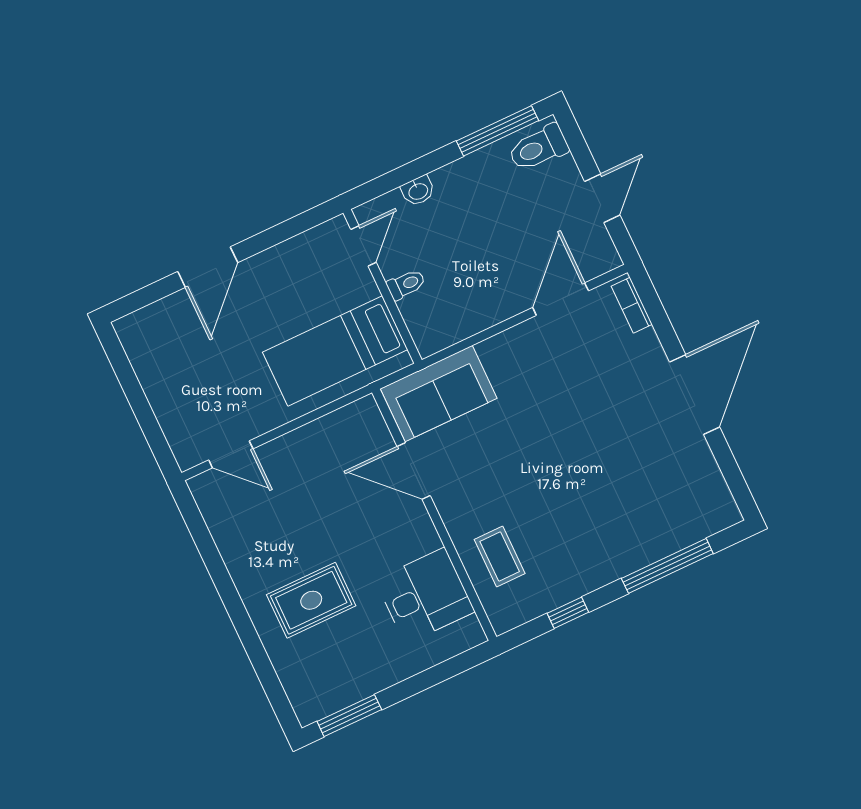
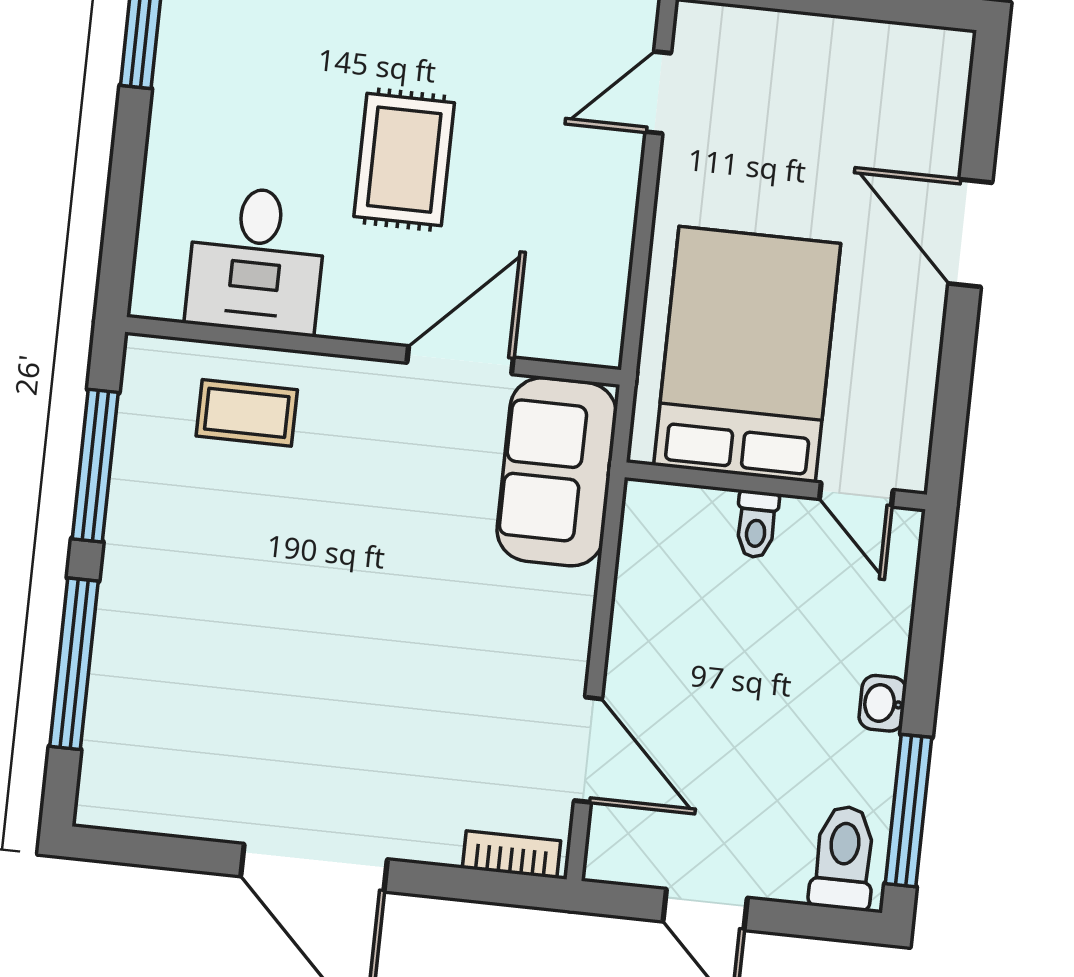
washbasin: (418, 191) -> (883, 703), moved
bed: (335, 351) -> (747, 354), width x1.50
rug: (311, 600) -> (404, 160), moved
window: (568, 613) -> (95, 466), width x2.17

